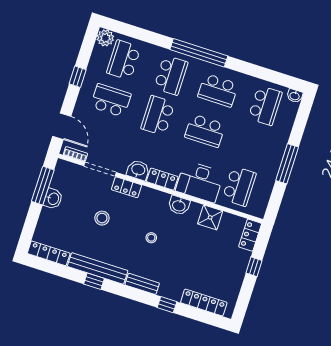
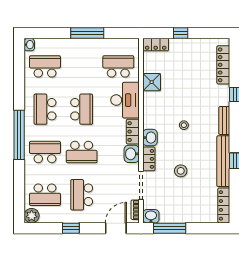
school desk: (218, 90) -> (45, 109), turned 180
washbasin: (53, 199) -> (151, 216), moved
washbasin: (179, 205) -> (150, 138), moved

